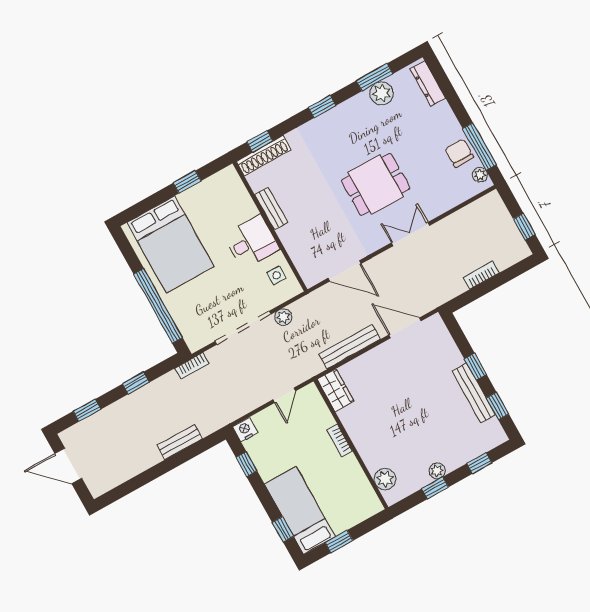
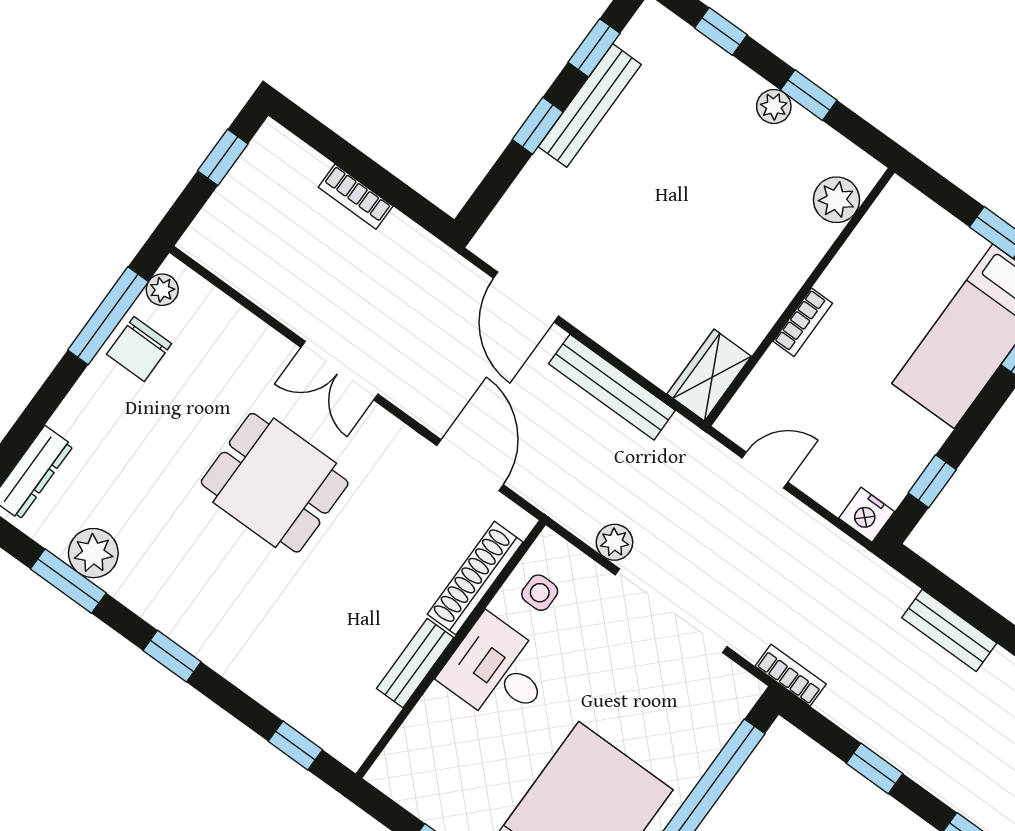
shoe rack: (264, 156) -> (475, 578), moved, turned -90

